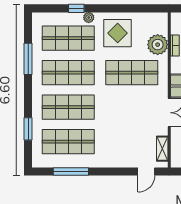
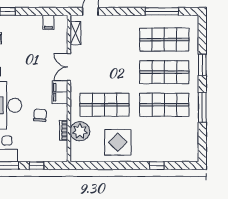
plant: (89, 18) -> (145, 157), removed
shop shelf: (68, 38) -> (164, 137), removed
window: (28, 59) -> (202, 107), moved
window: (28, 129) -> (202, 65), moved

